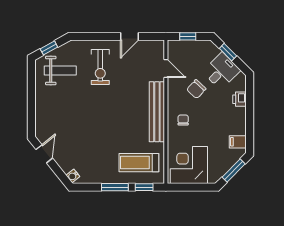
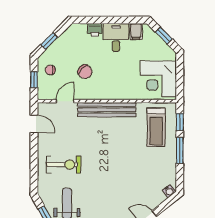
door: (130, 36) -> (34, 124), moved
desk: (221, 71) -> (116, 37), moved, turned 45
chair: (183, 120) -> (50, 70), moved
window: (234, 171) -> (164, 36), width x0.67

